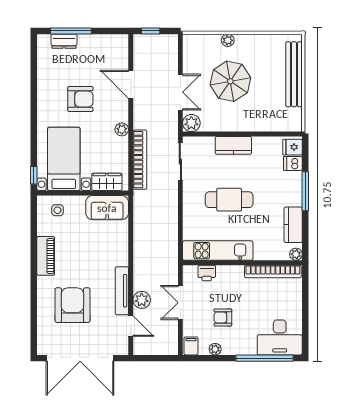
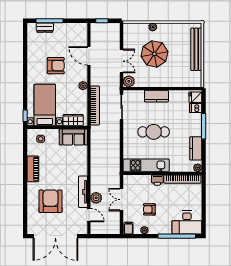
printer: (207, 273) -> (157, 180), moved

